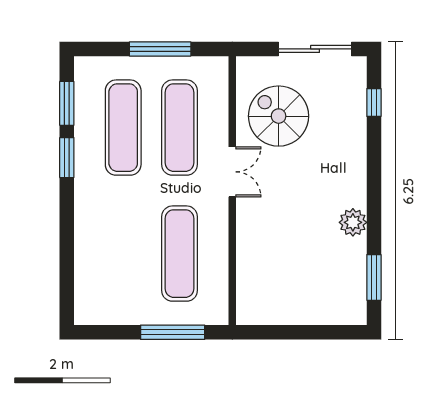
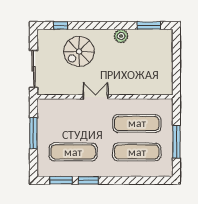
sliding door: (315, 49) -> (33, 69), moved
spiral stairs: (279, 116) -> (79, 51), moved
exercise mat: (180, 128) -> (137, 152), moved
window: (173, 332) -> (176, 142), moved

